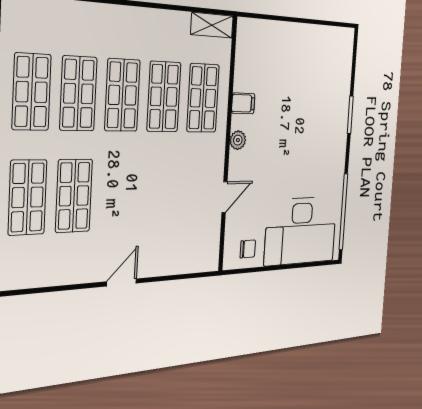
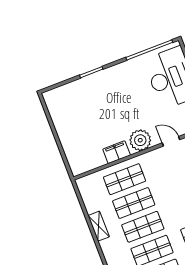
shelving: (212, 25) -> (99, 226), moved
filing cabinet: (243, 103) -> (117, 152), width x2.00
plant: (238, 140) -> (140, 140), width x1.87, depth x1.87

